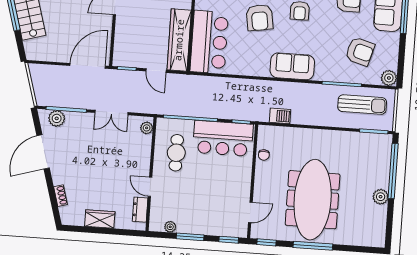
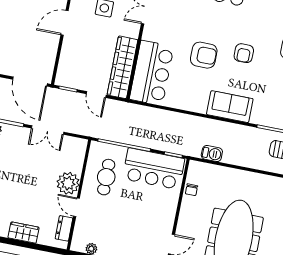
armchair: (260, 18) -> (204, 55), turned -81
door: (88, 66) -> (30, 82), swing flipped
plant: (147, 128) -> (68, 183), moved, width x1.88, depth x1.88

